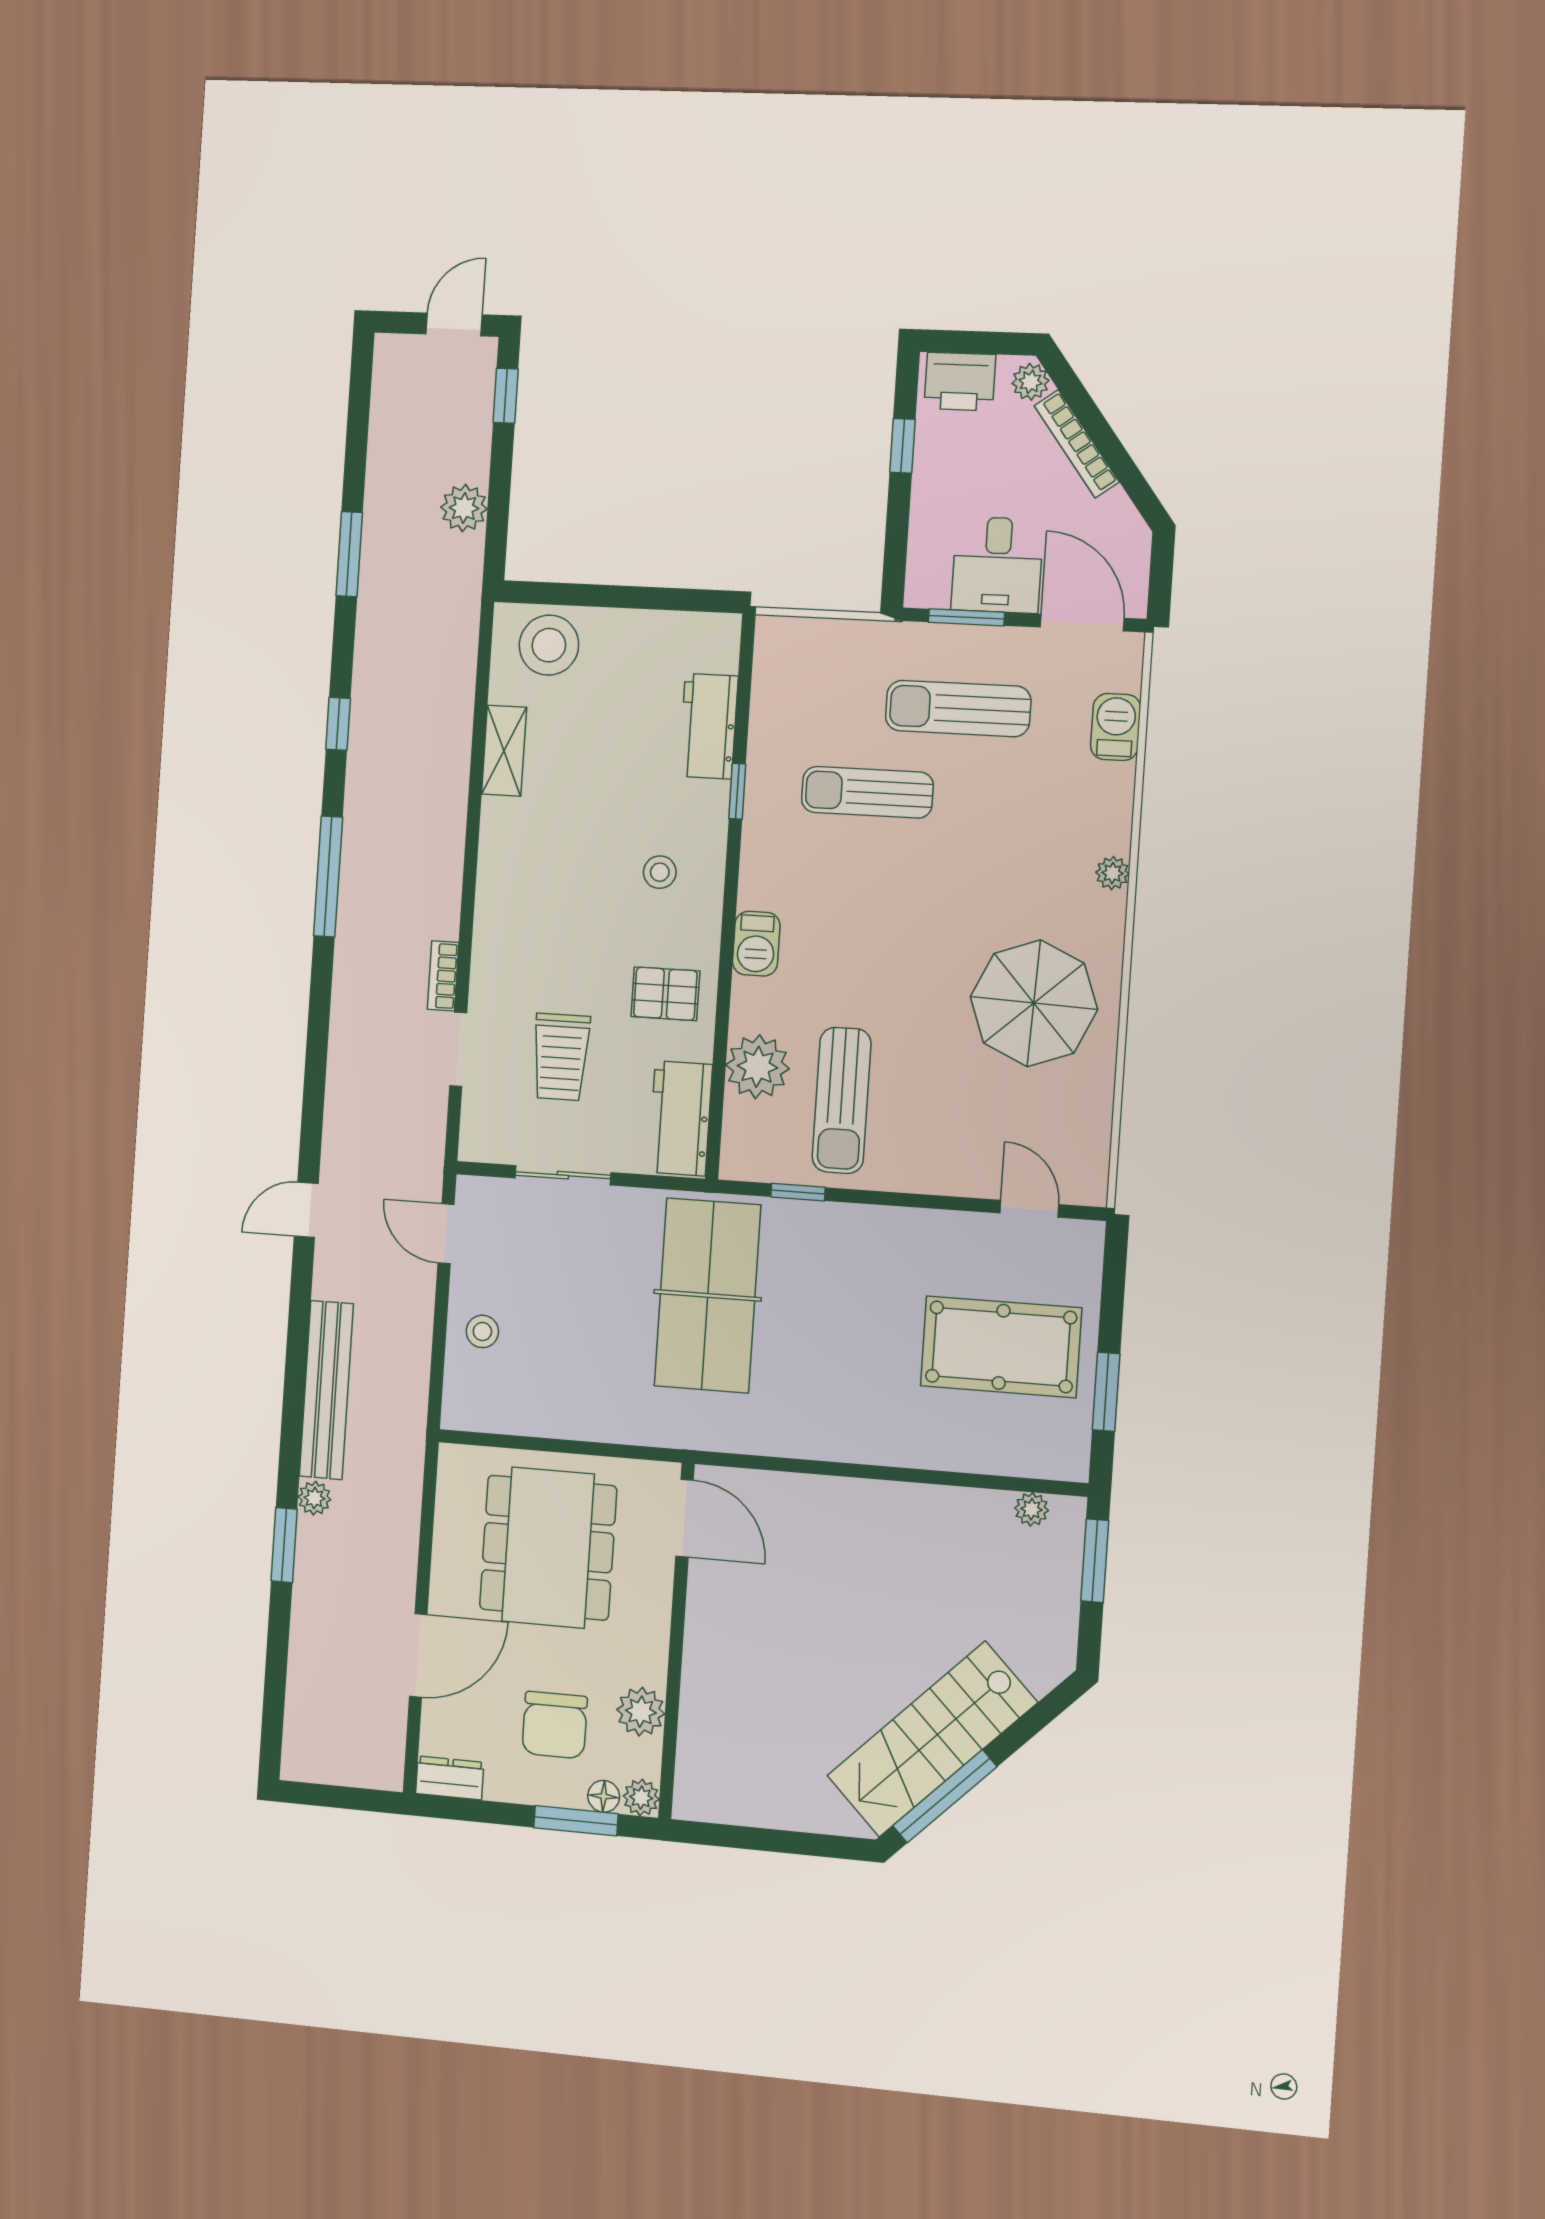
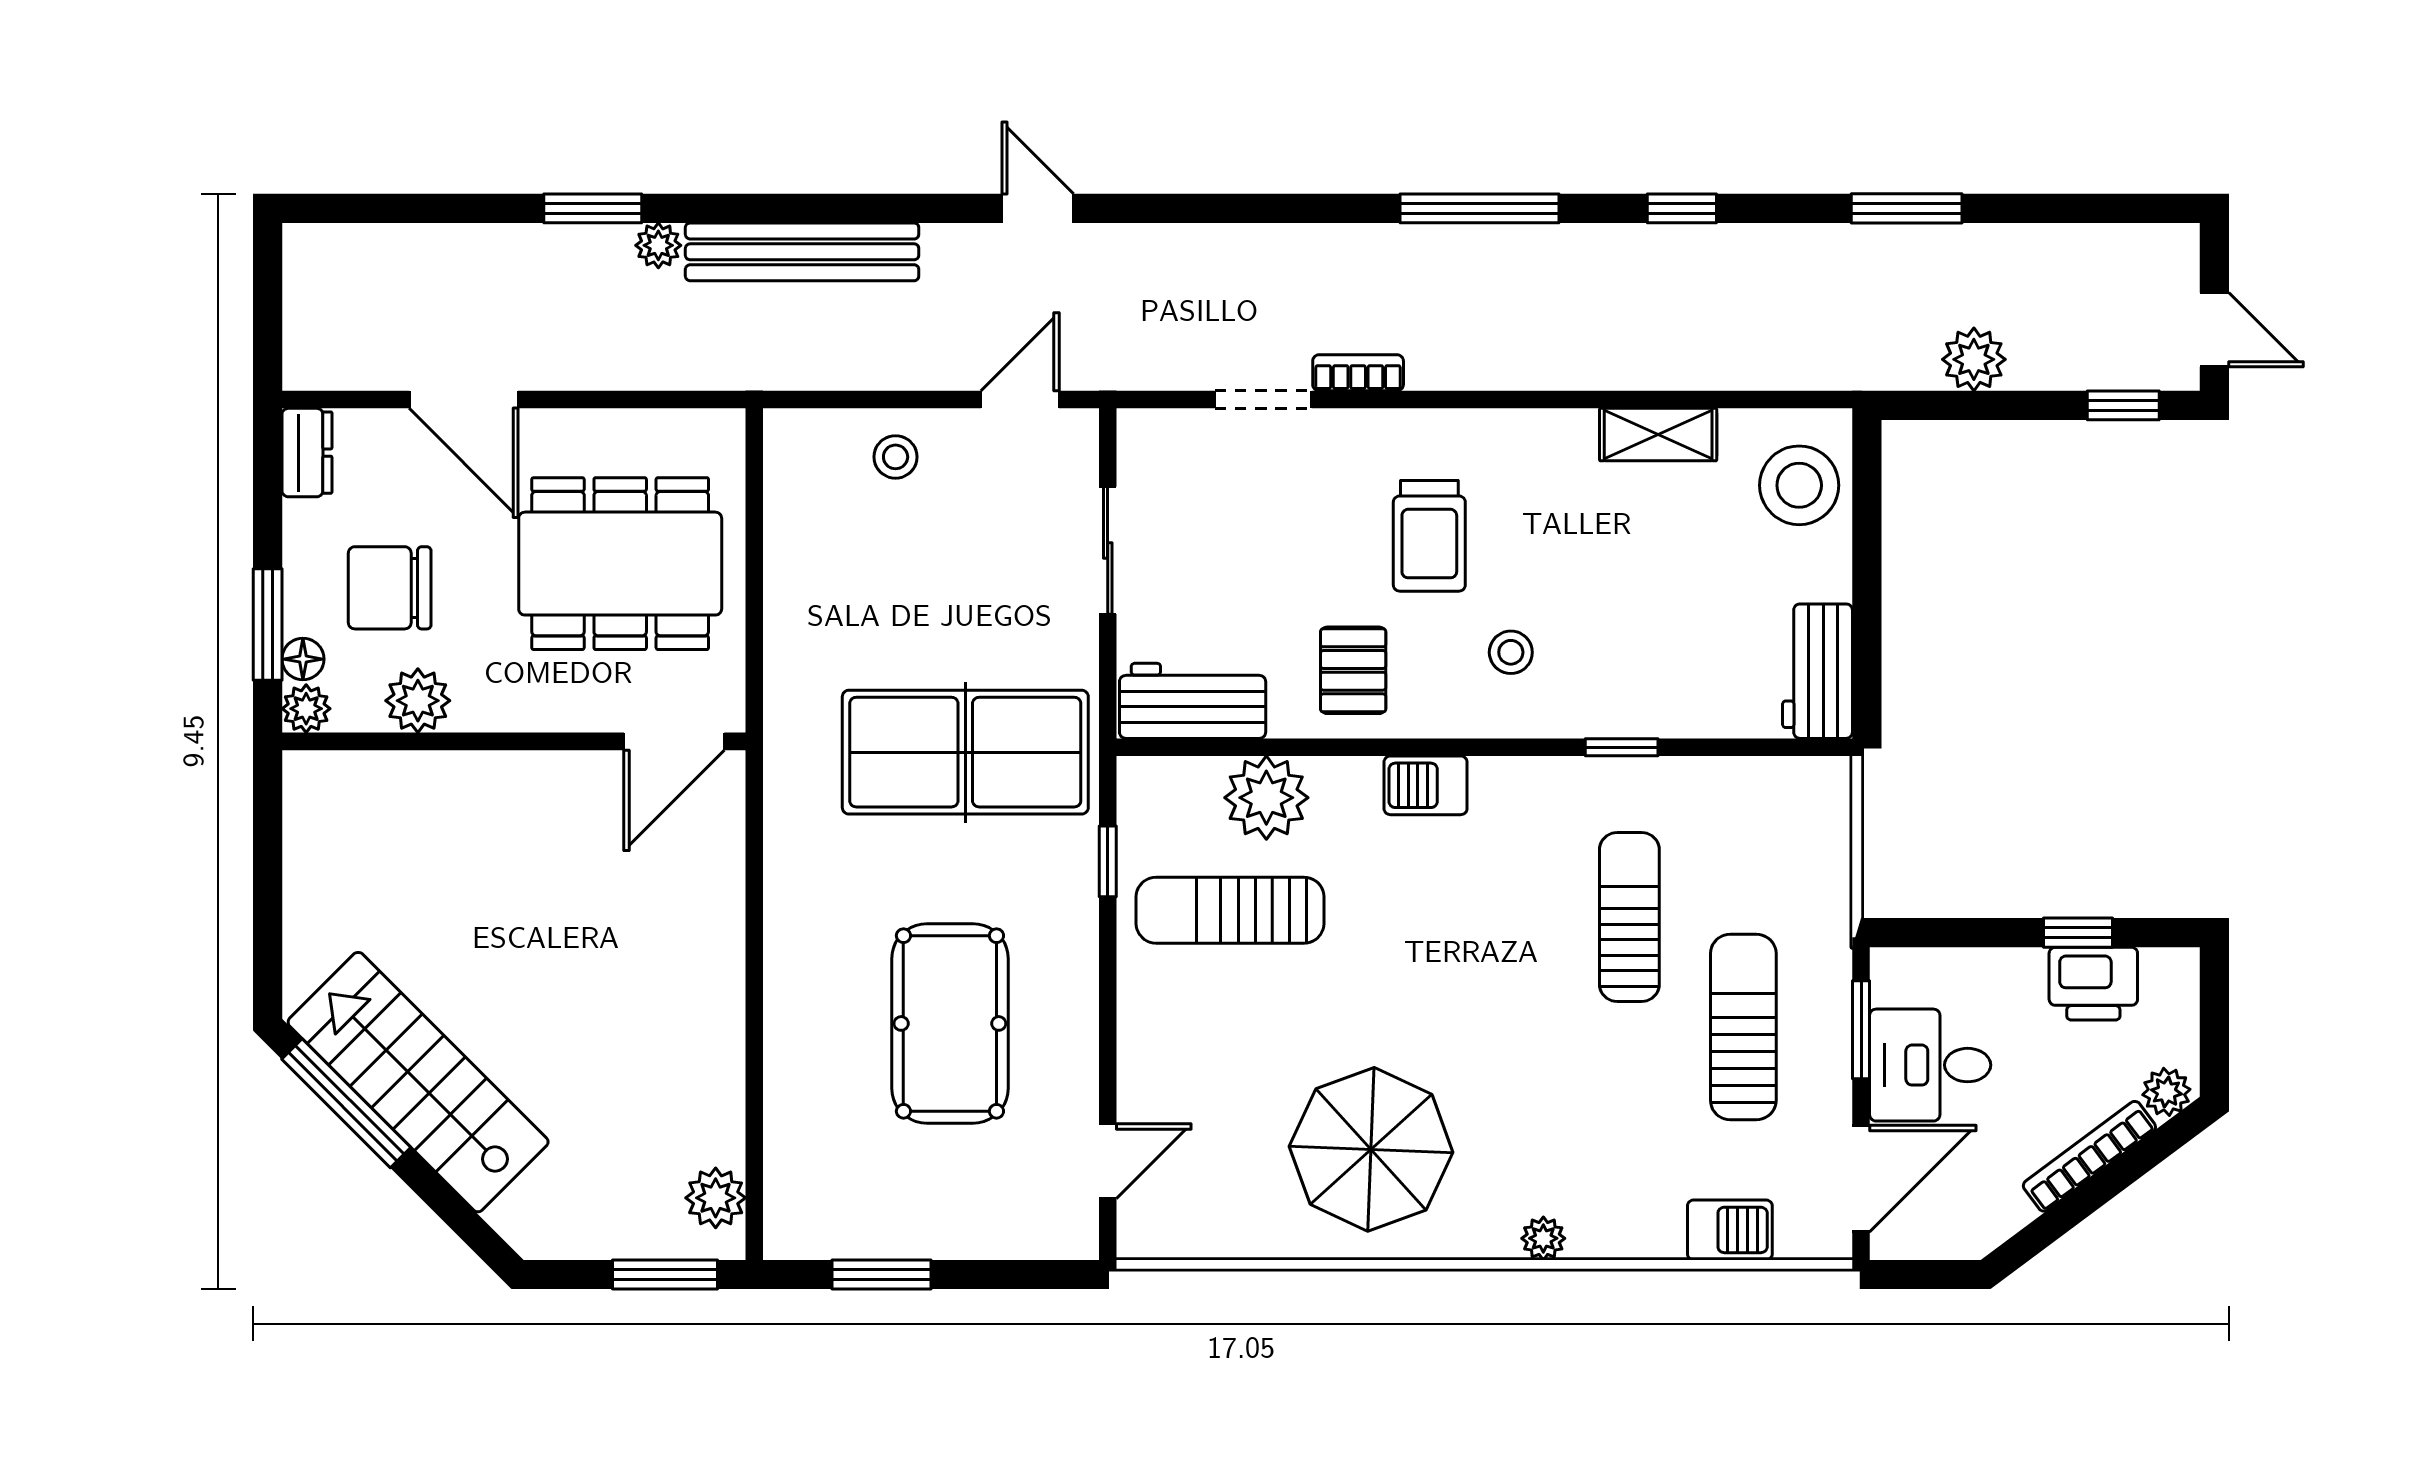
printer: (960, 382) -> (2093, 984), moved, turned -90
workbench: (708, 726) -> (1818, 671), moved, turned -90
trolley: (561, 1057) -> (1429, 536), moved, turned -90
pool table: (1001, 1347) -> (950, 1023), moved
plant: (1032, 1509) -> (716, 1198), width x1.38, depth x1.38

